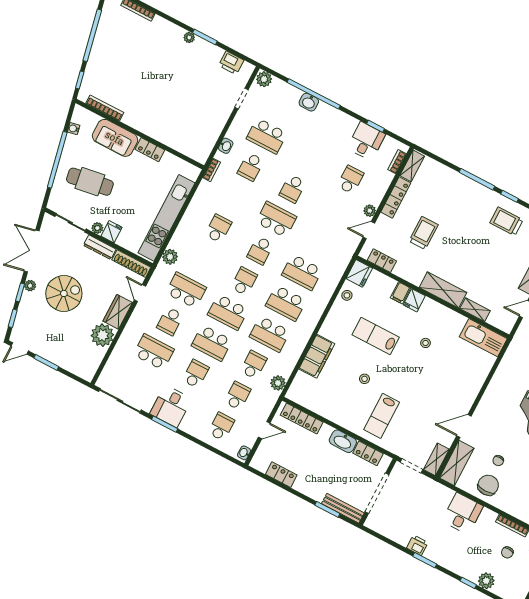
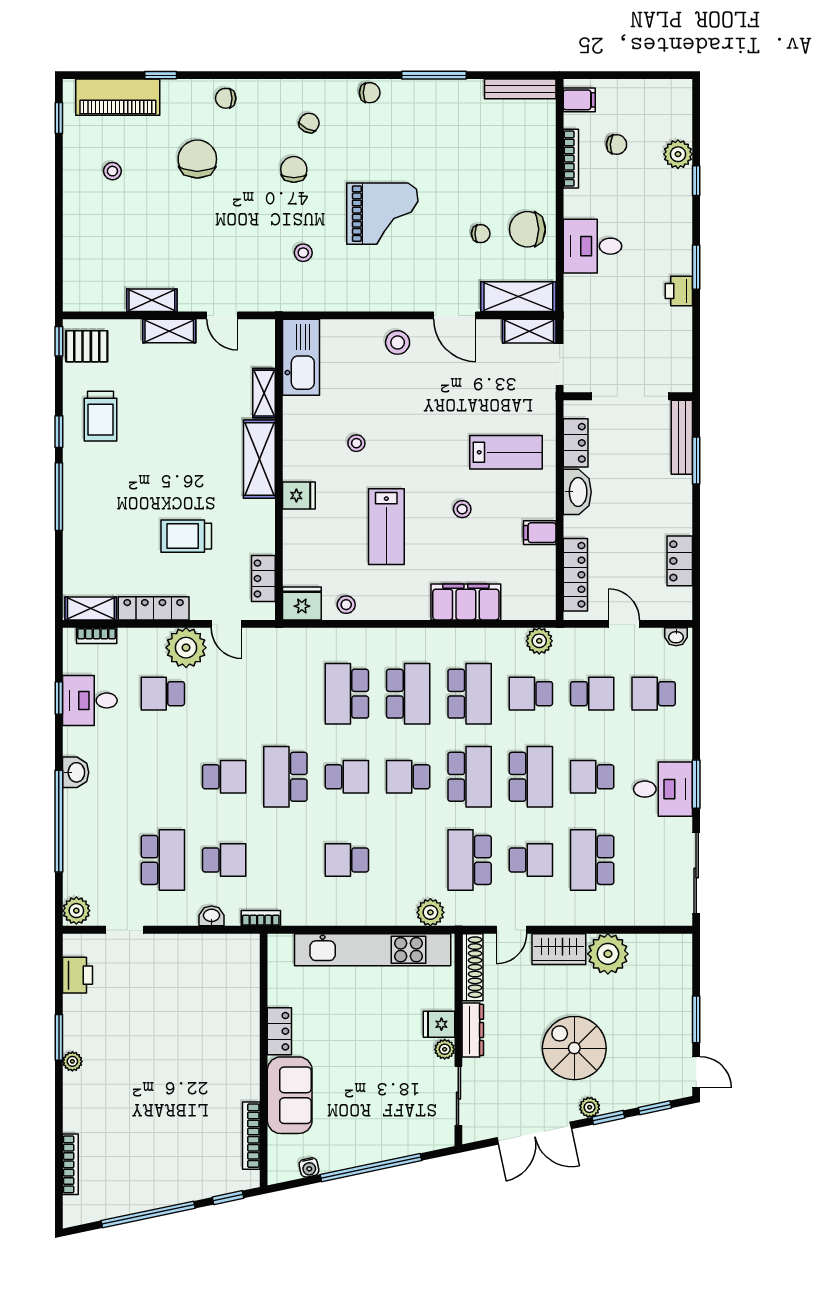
washbasin: (309, 102) -> (76, 772), moved
cafe table: (90, 182) -> (378, 1099), removed
plant: (370, 211) -> (186, 648), width x1.87, depth x1.87
school desk: (302, 272) -> (347, 694), turned 180
filing cabinet: (400, 293) -> (540, 533), moved, turned 180
stool: (465, 390) -> (398, 342), added
school desk: (237, 396) -> (592, 694), turned 180

